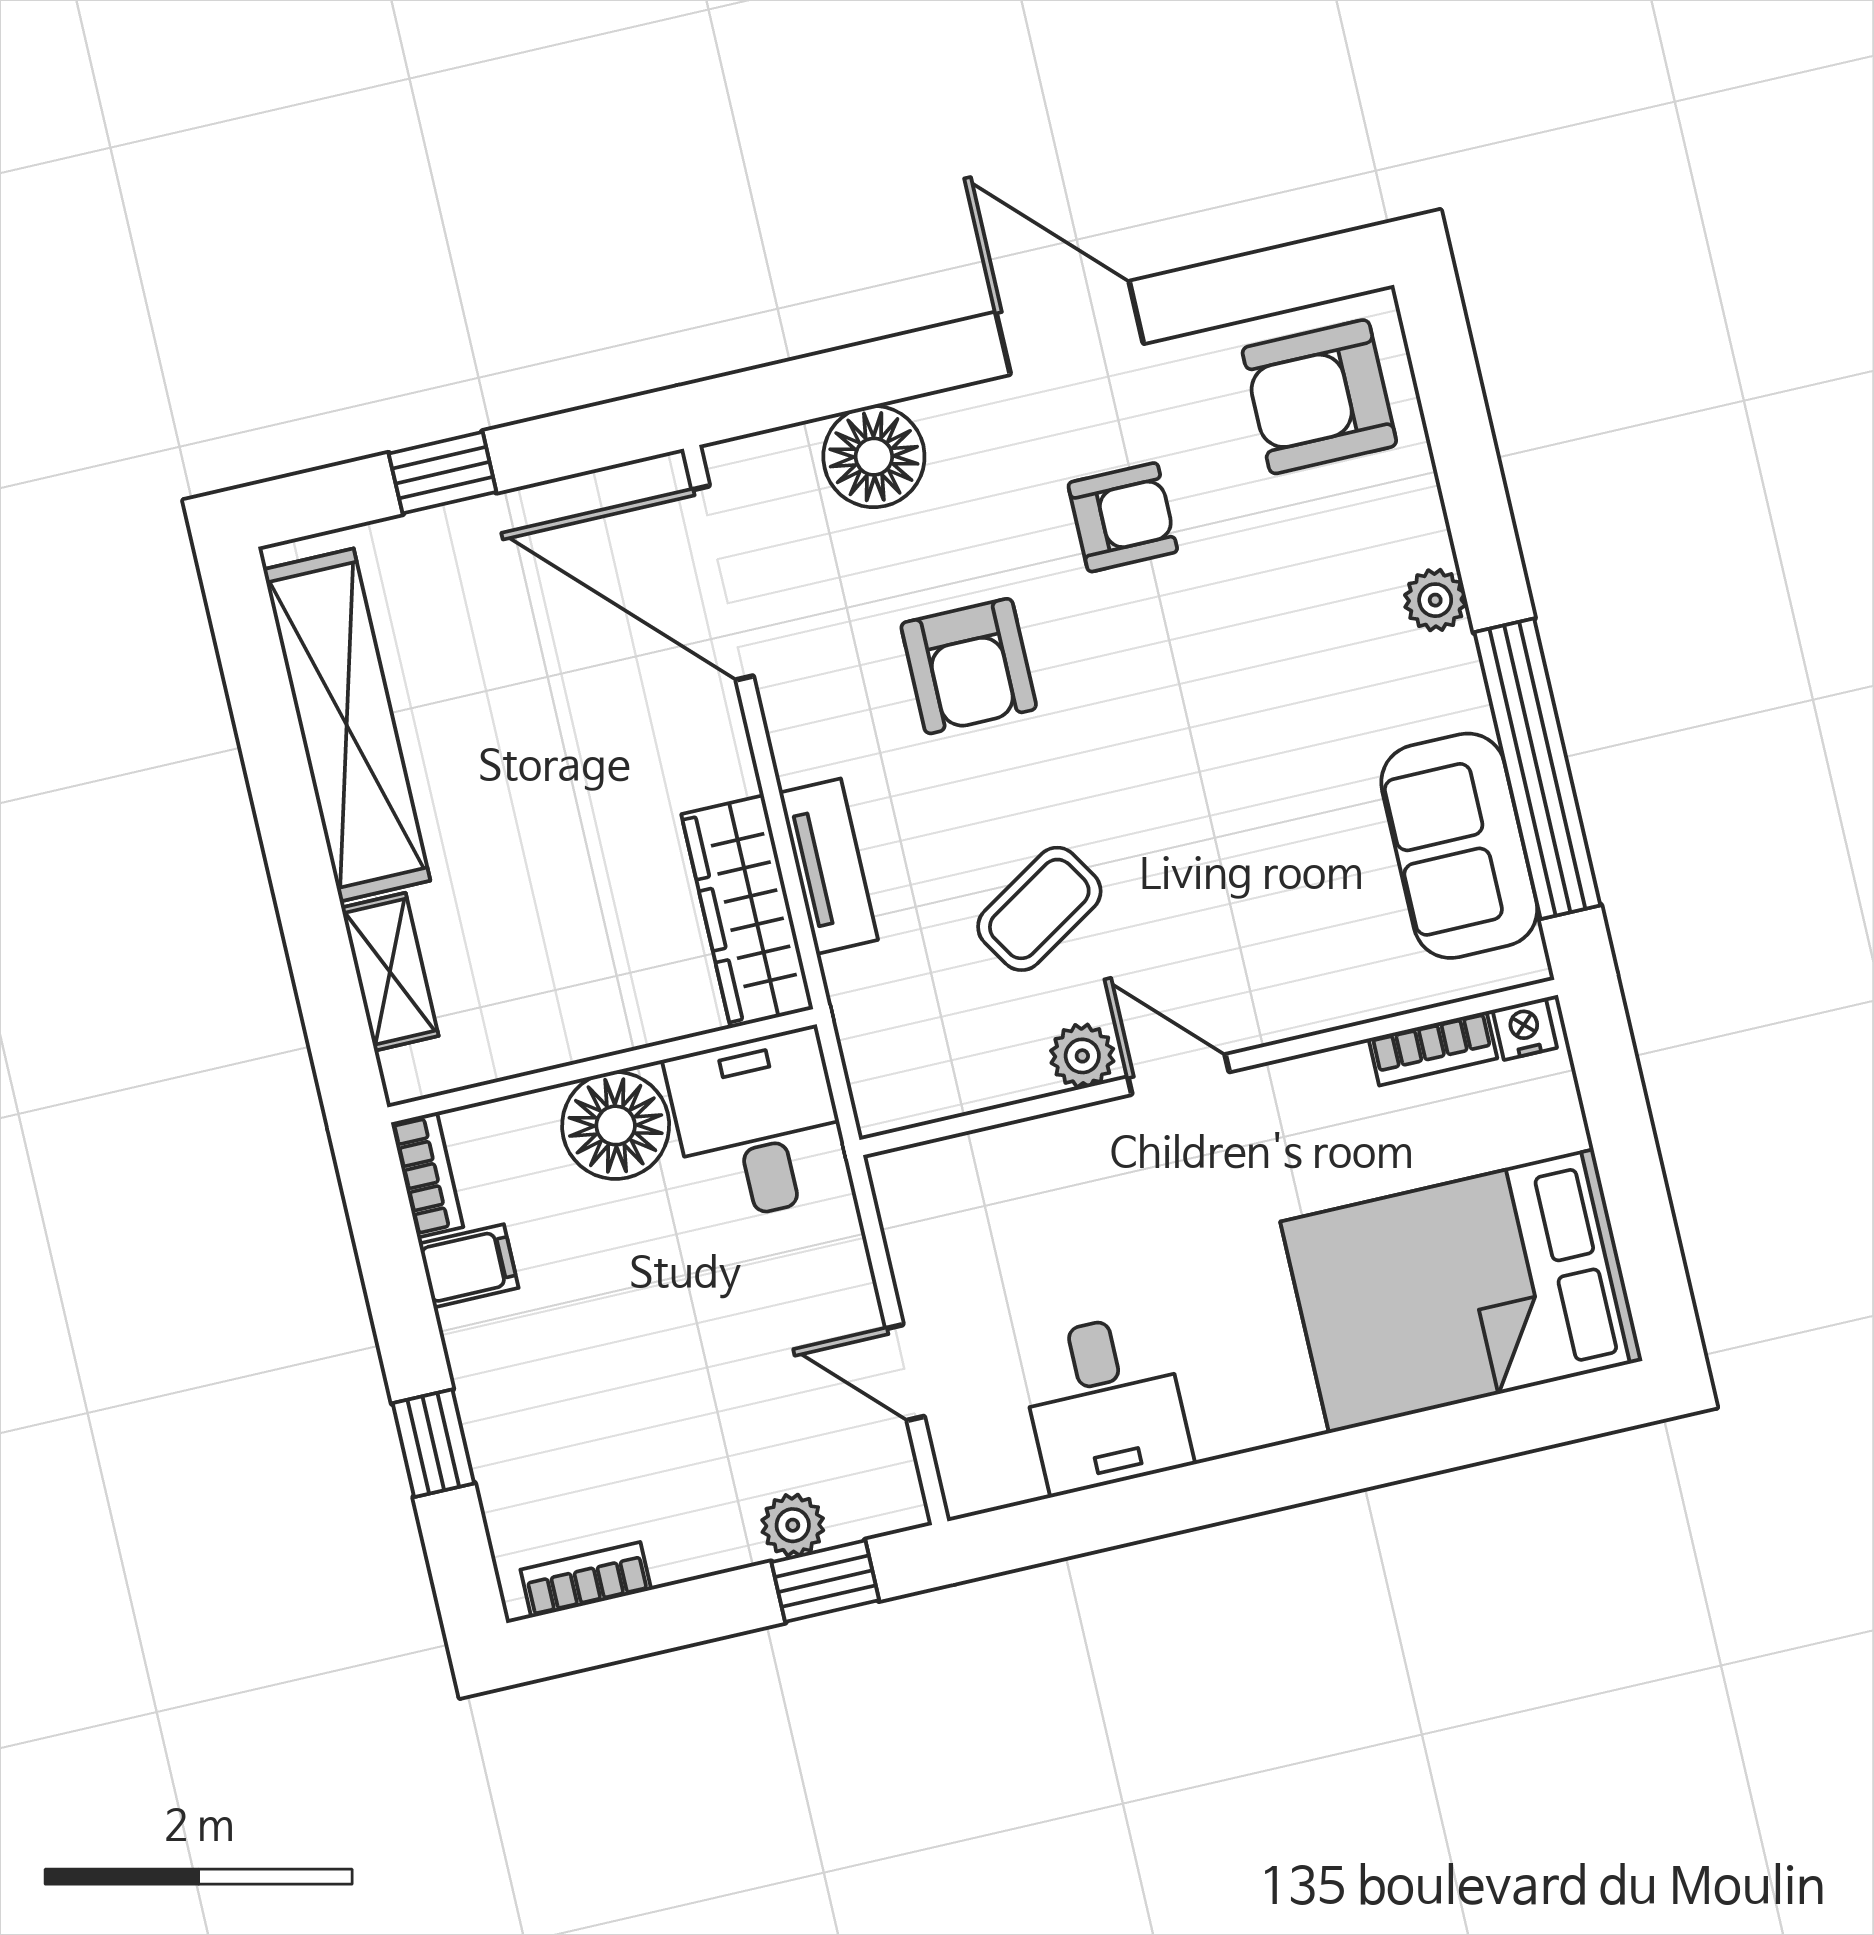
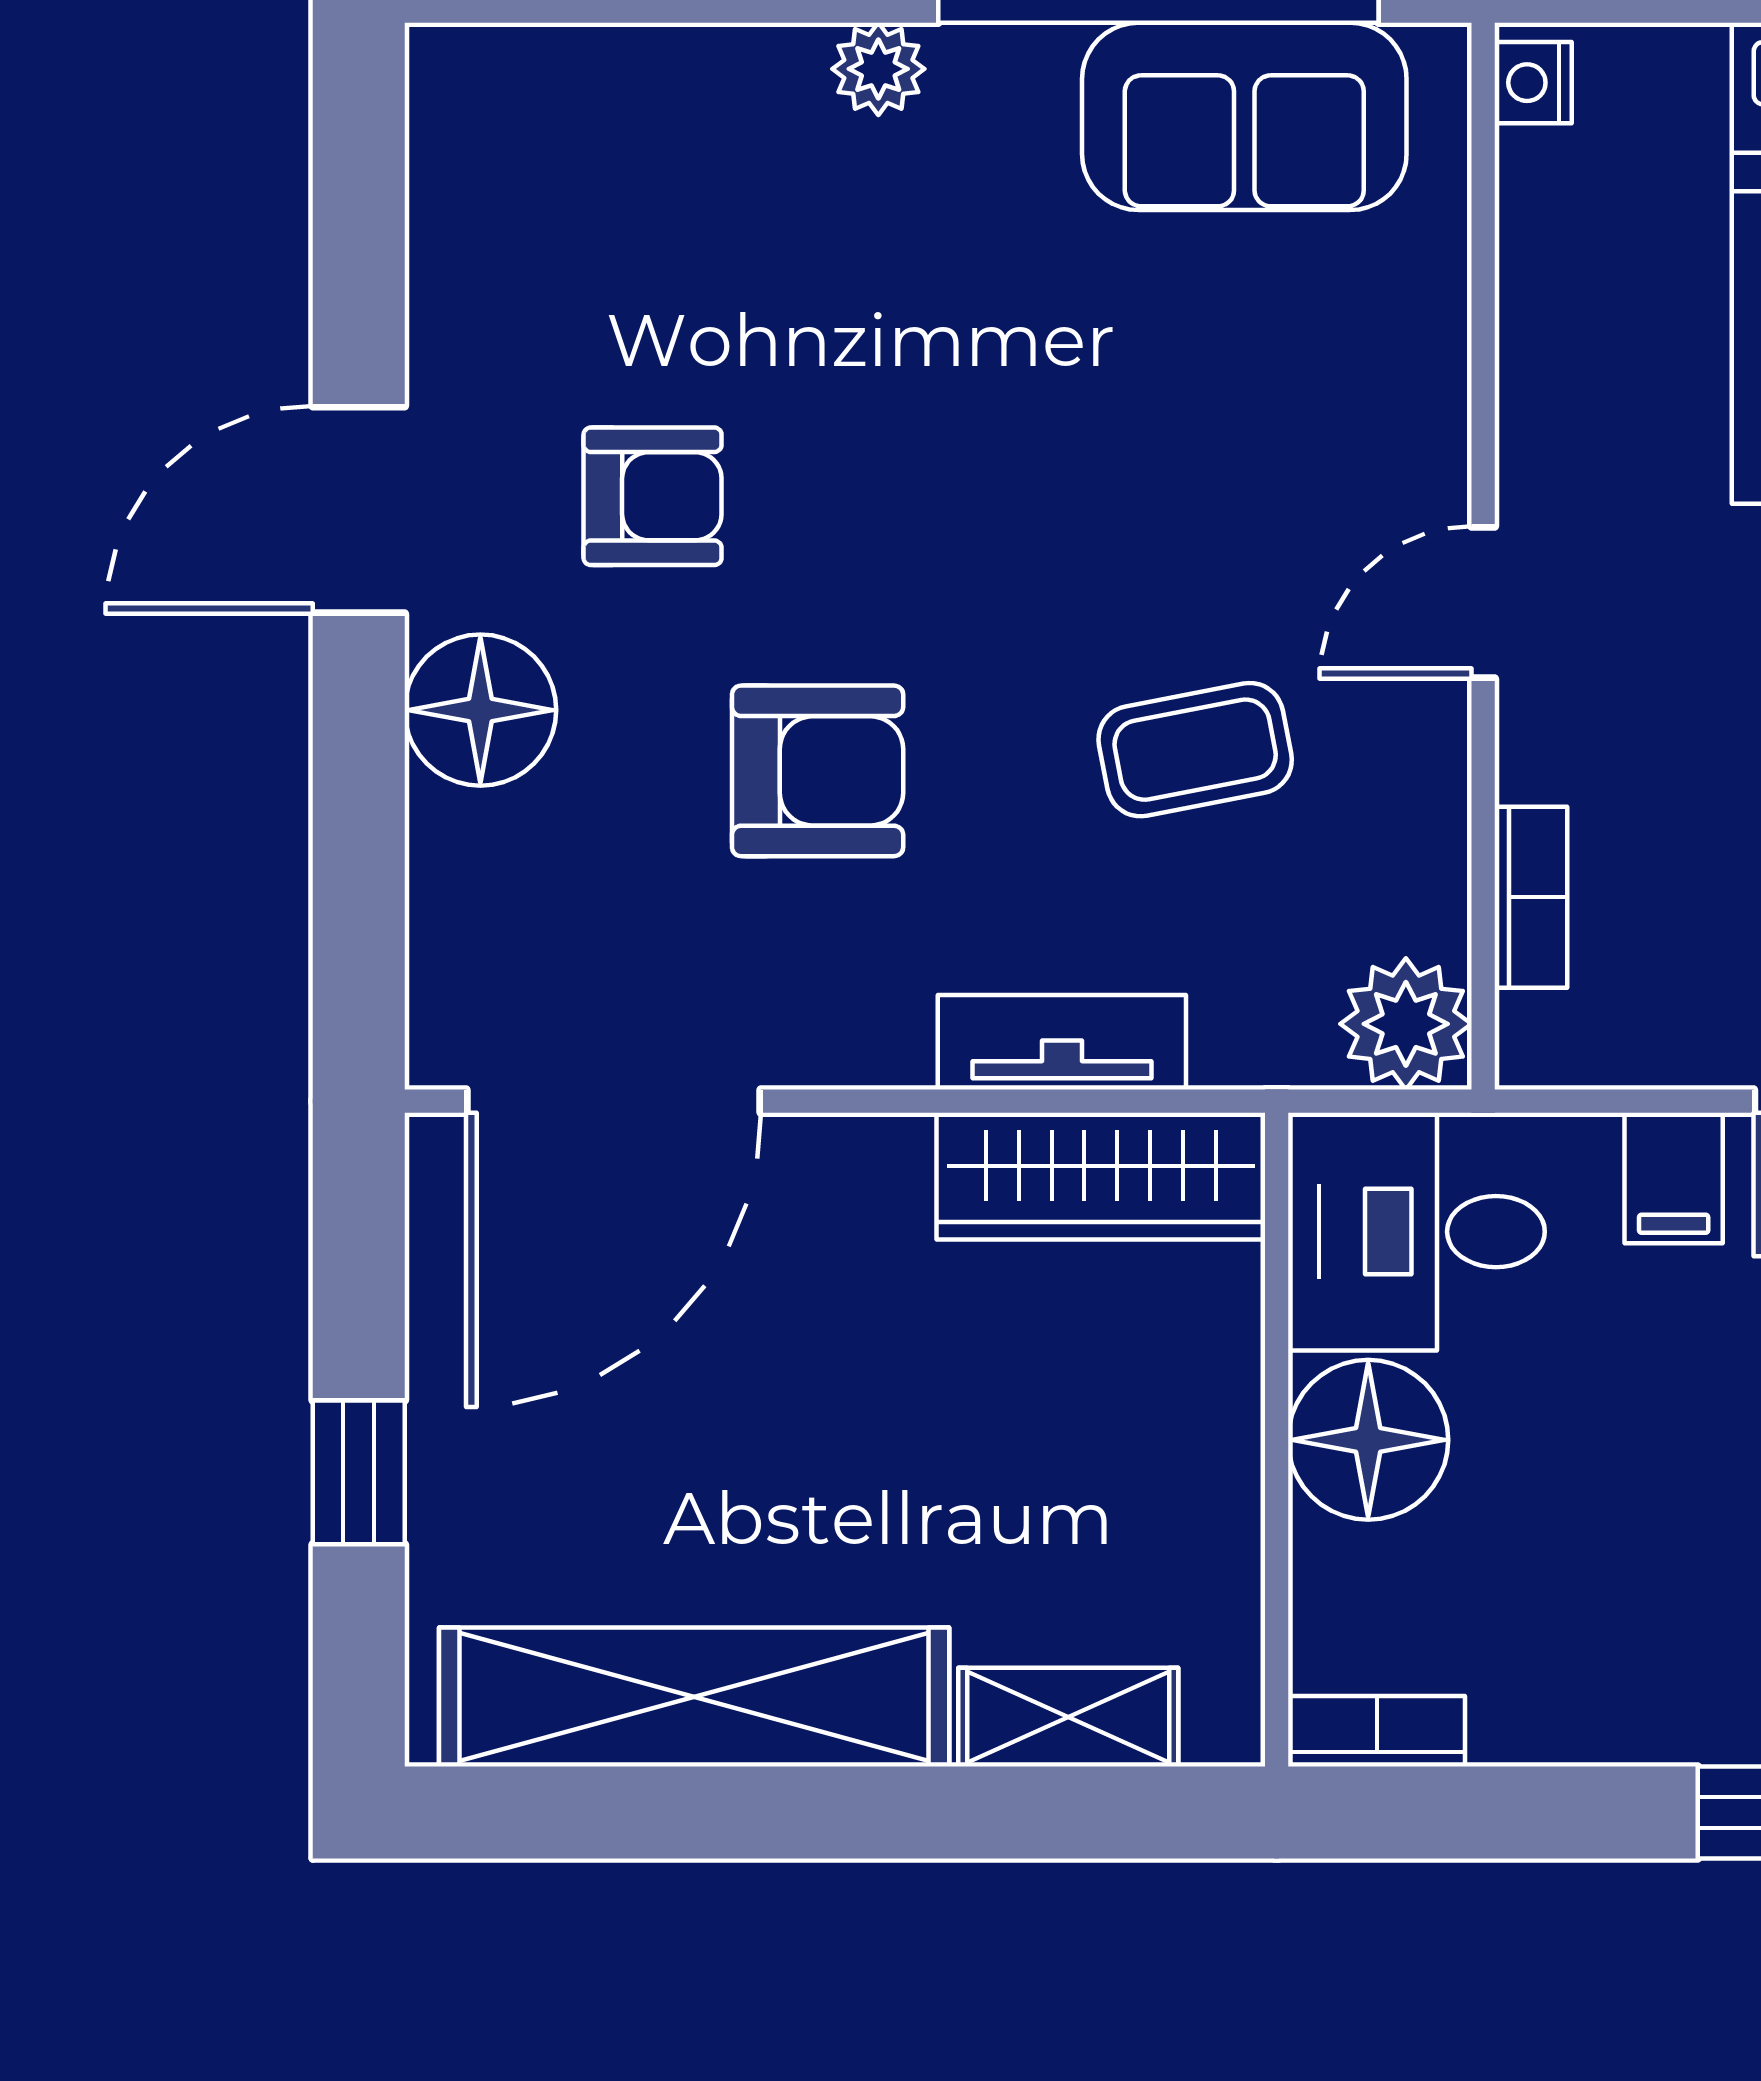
armchair: (1319, 397) -> (543, 169), removed
floor lamp: (874, 457) -> (480, 710), moved
armchair: (1123, 517) -> (653, 496), turned 90
coffee table: (1039, 909) -> (1195, 750), turned -69
bookcase: (1433, 1048) -> (1531, 897), moved
plant: (1082, 1056) -> (1406, 1024), moved, width x1.38, depth x1.38
filing cabinet: (469, 1266) -> (1674, 1178), moved, turned 180

